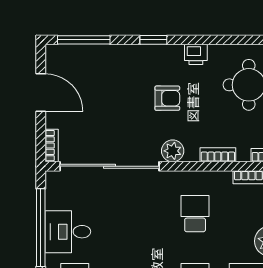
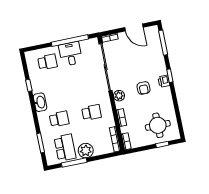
printer: (196, 54) -> (164, 81), moved
door: (41, 93) -> (134, 27), hinge flipped

